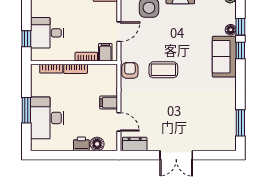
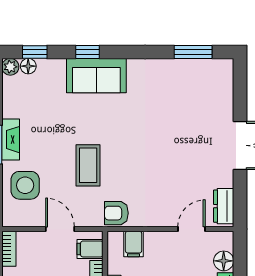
window: (240, 27) -> (35, 52), moved
floor lamp: (231, 30) -> (28, 66), moved
coffee table: (163, 70) -> (88, 165), moved
filing cabinet: (109, 103) -> (134, 244), moved

